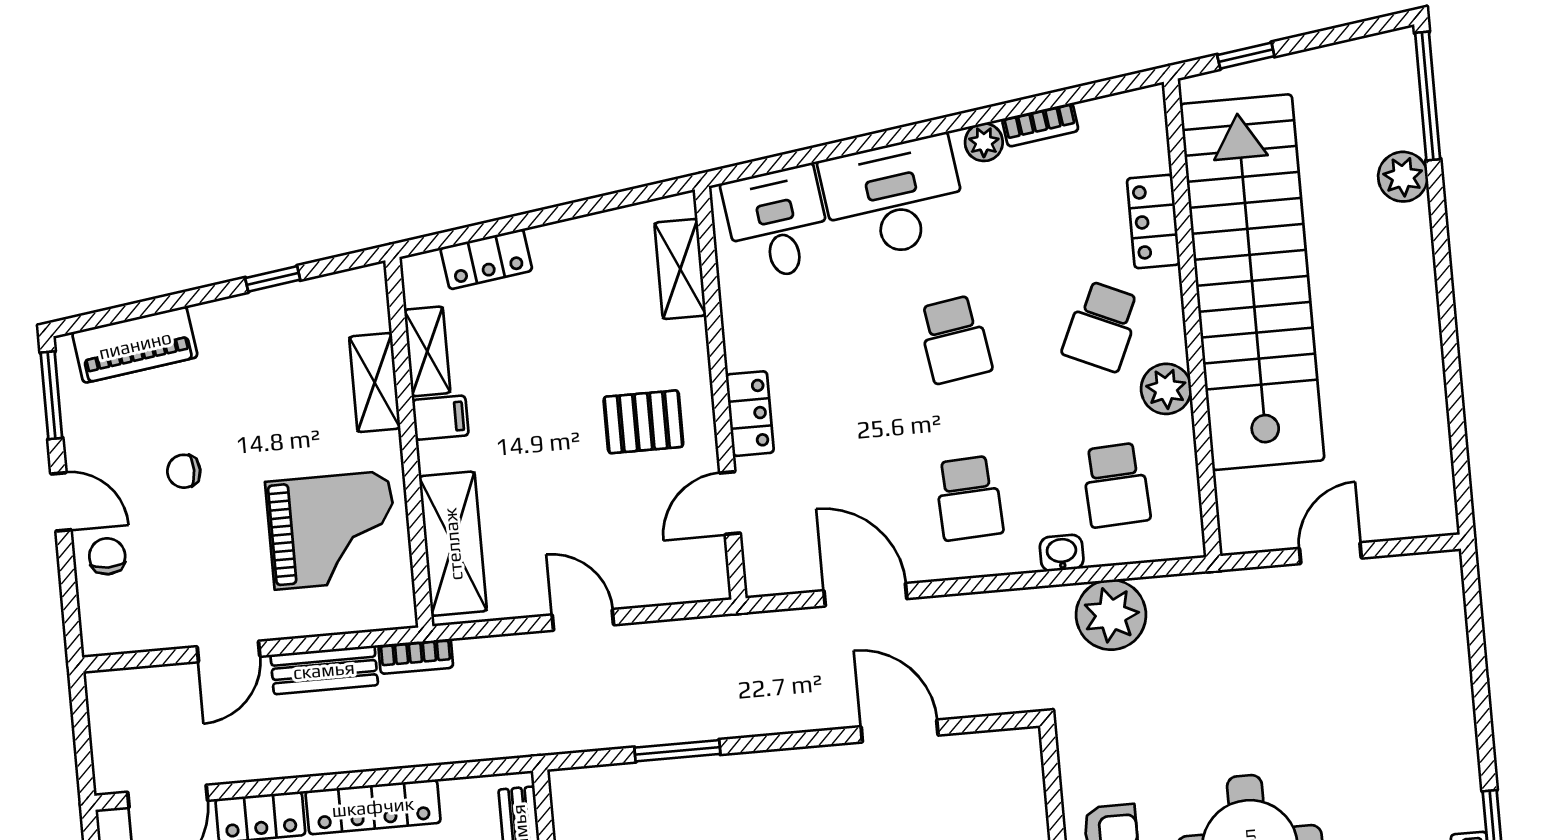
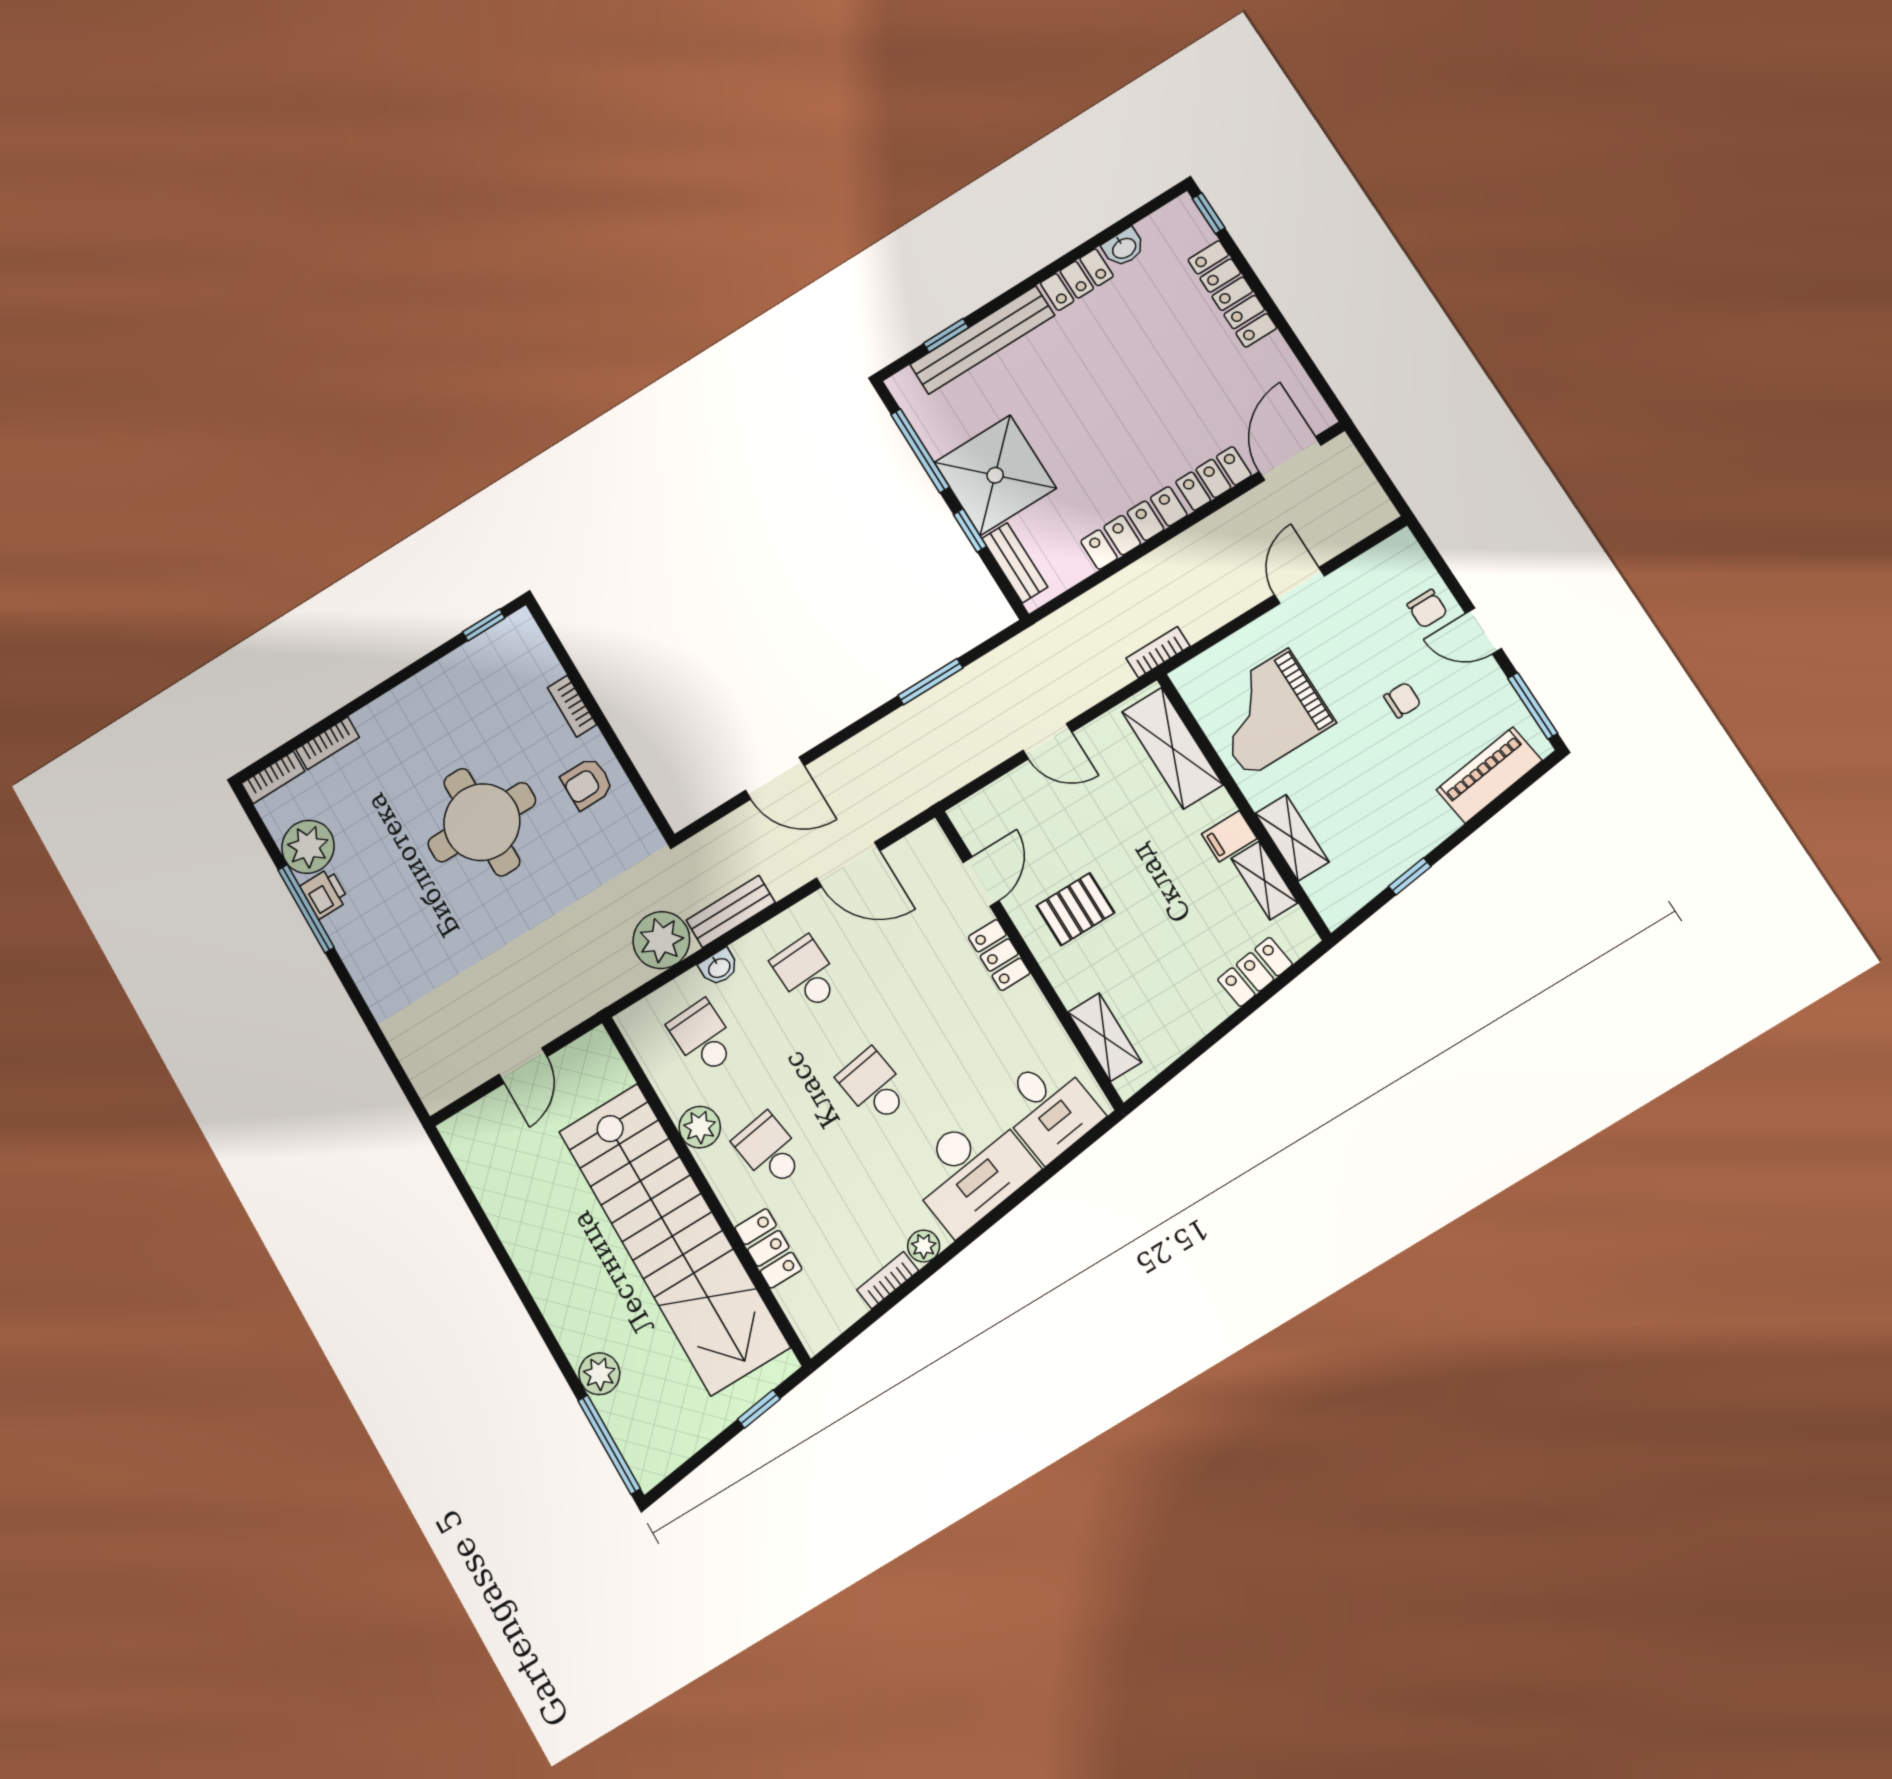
school desk: (1102, 326) -> (769, 1150), turned -33
bench: (324, 670) -> (731, 911), moved

